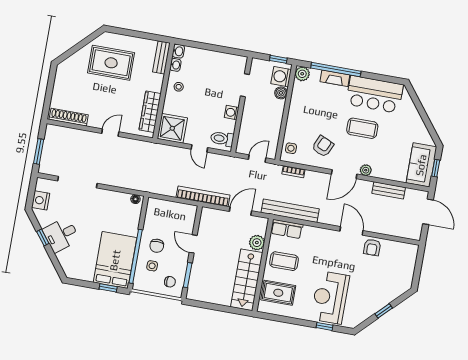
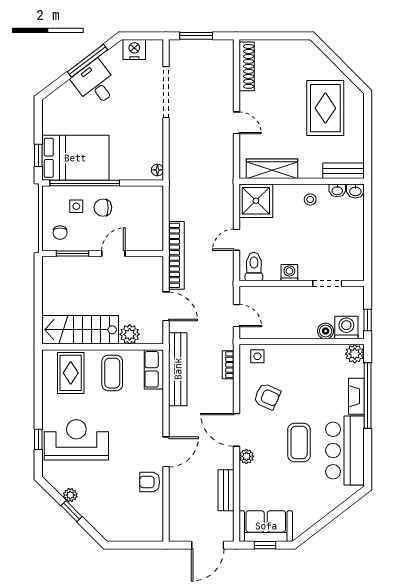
window: (43, 238) -> (88, 61), width x2.17
plant: (371, 310) -> (70, 495), added

